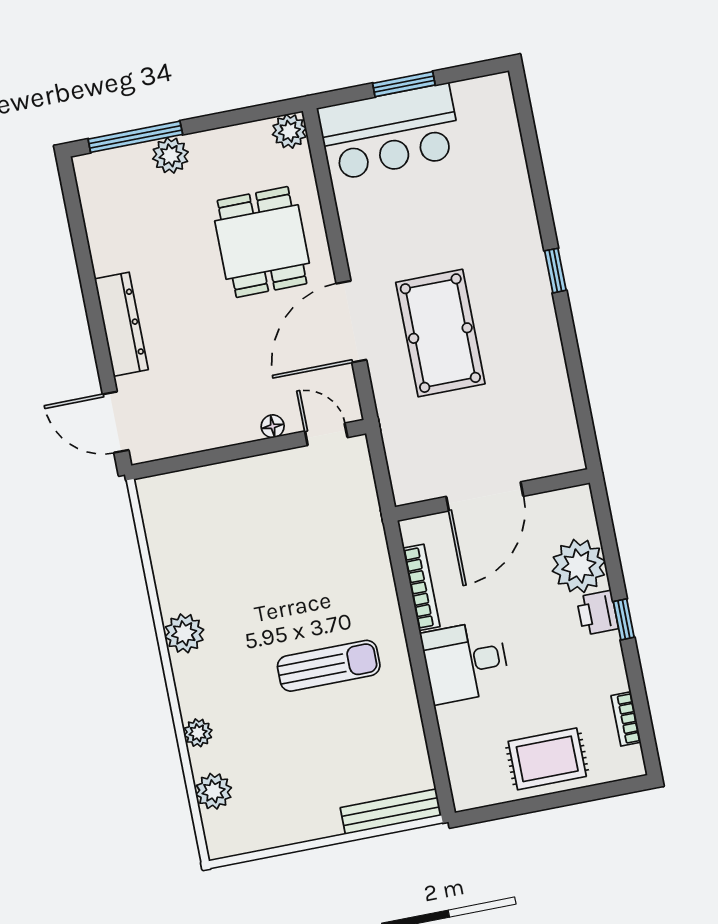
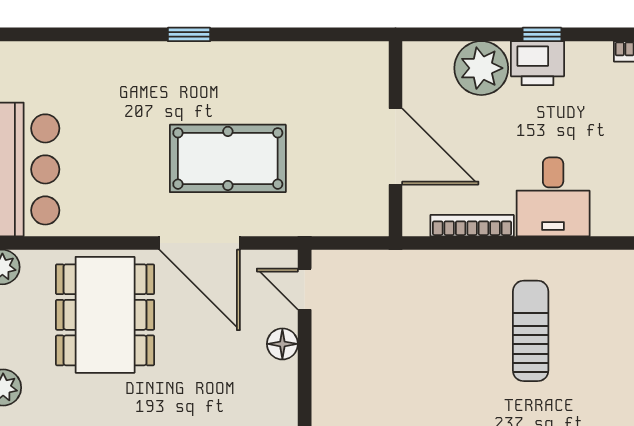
dining table: (262, 242) -> (105, 315), width x1.38
floor lamp: (273, 426) -> (282, 344), width x1.37, depth x1.37
door: (326, 434) -> (305, 289), hinge flipped
printer: (597, 613) -> (538, 63), width x1.36, depth x1.24

